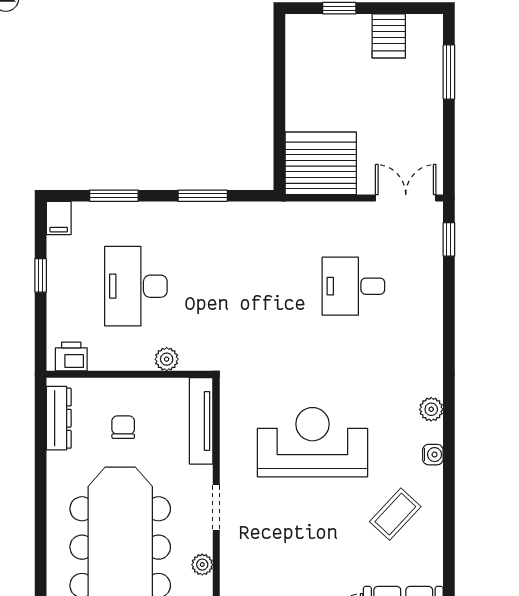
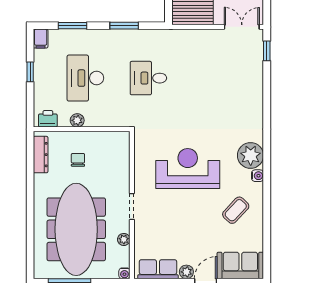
desk: (353, 286) -> (148, 78), moved
plant: (167, 359) -> (77, 120), moved
plant: (431, 409) -> (251, 155), width x1.88, depth x1.88
tv unit: (201, 421) -> (123, 156), removed

